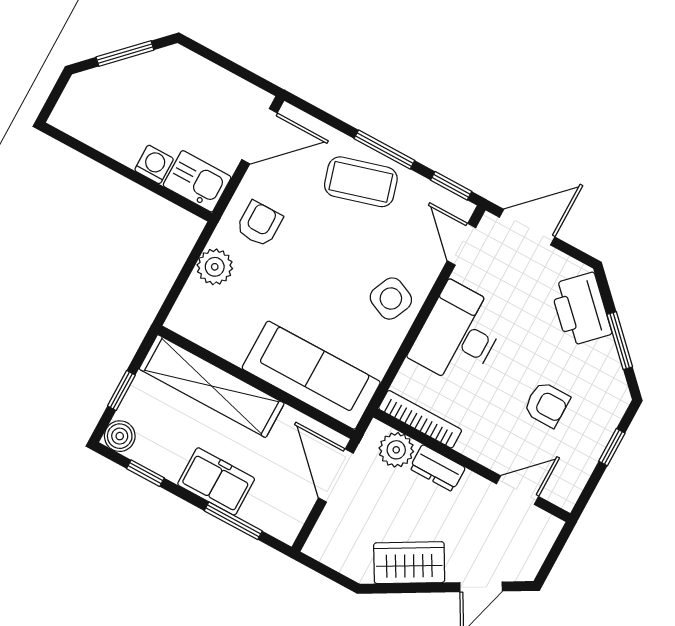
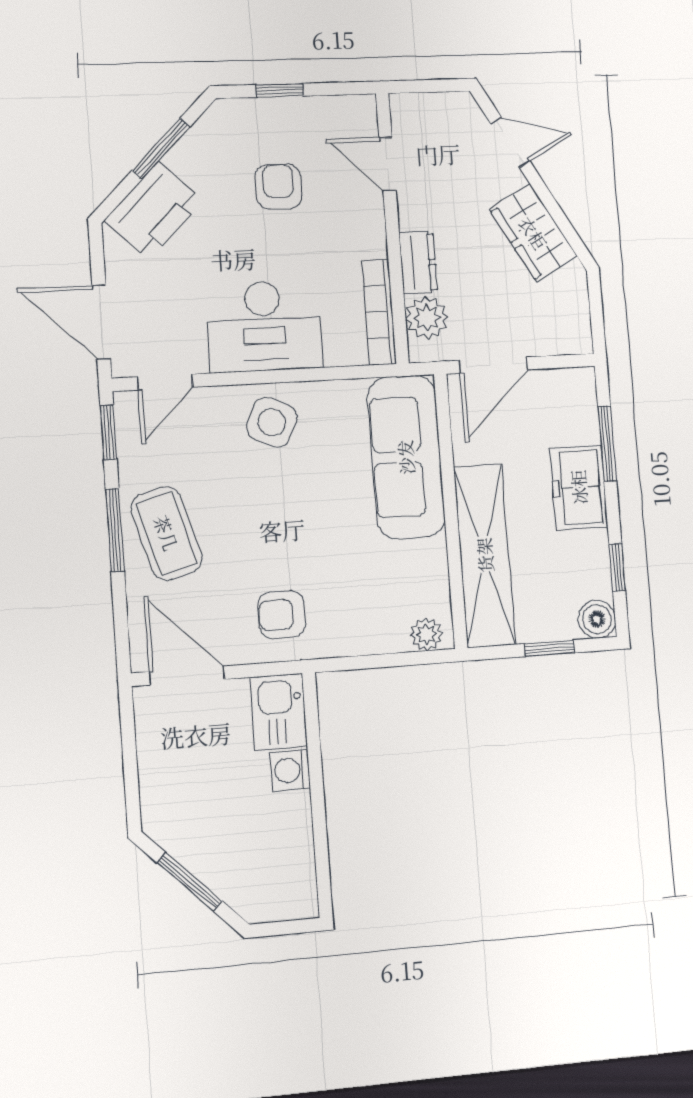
plant: (215, 267) -> (426, 634), moved, width x0.73, depth x0.73

